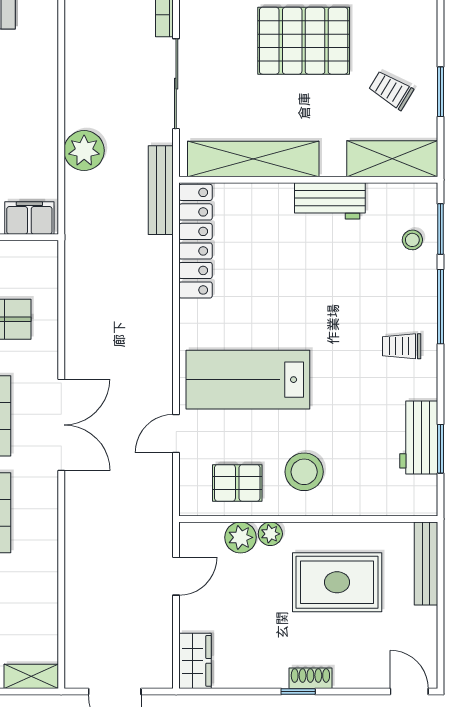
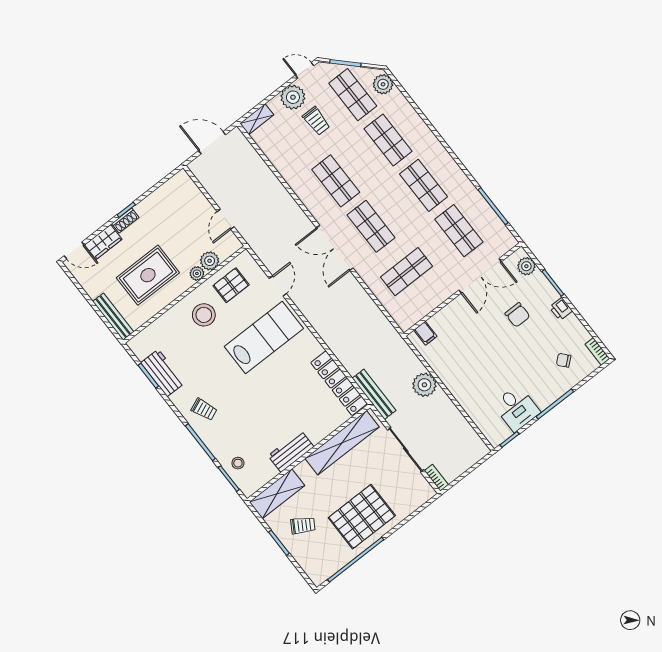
filing cabinet: (29, 218) -> (425, 333), width x0.50
trolley: (402, 346) -> (204, 409), turned 67
wardrobe: (195, 661) -> (103, 242), moved, turned -90

